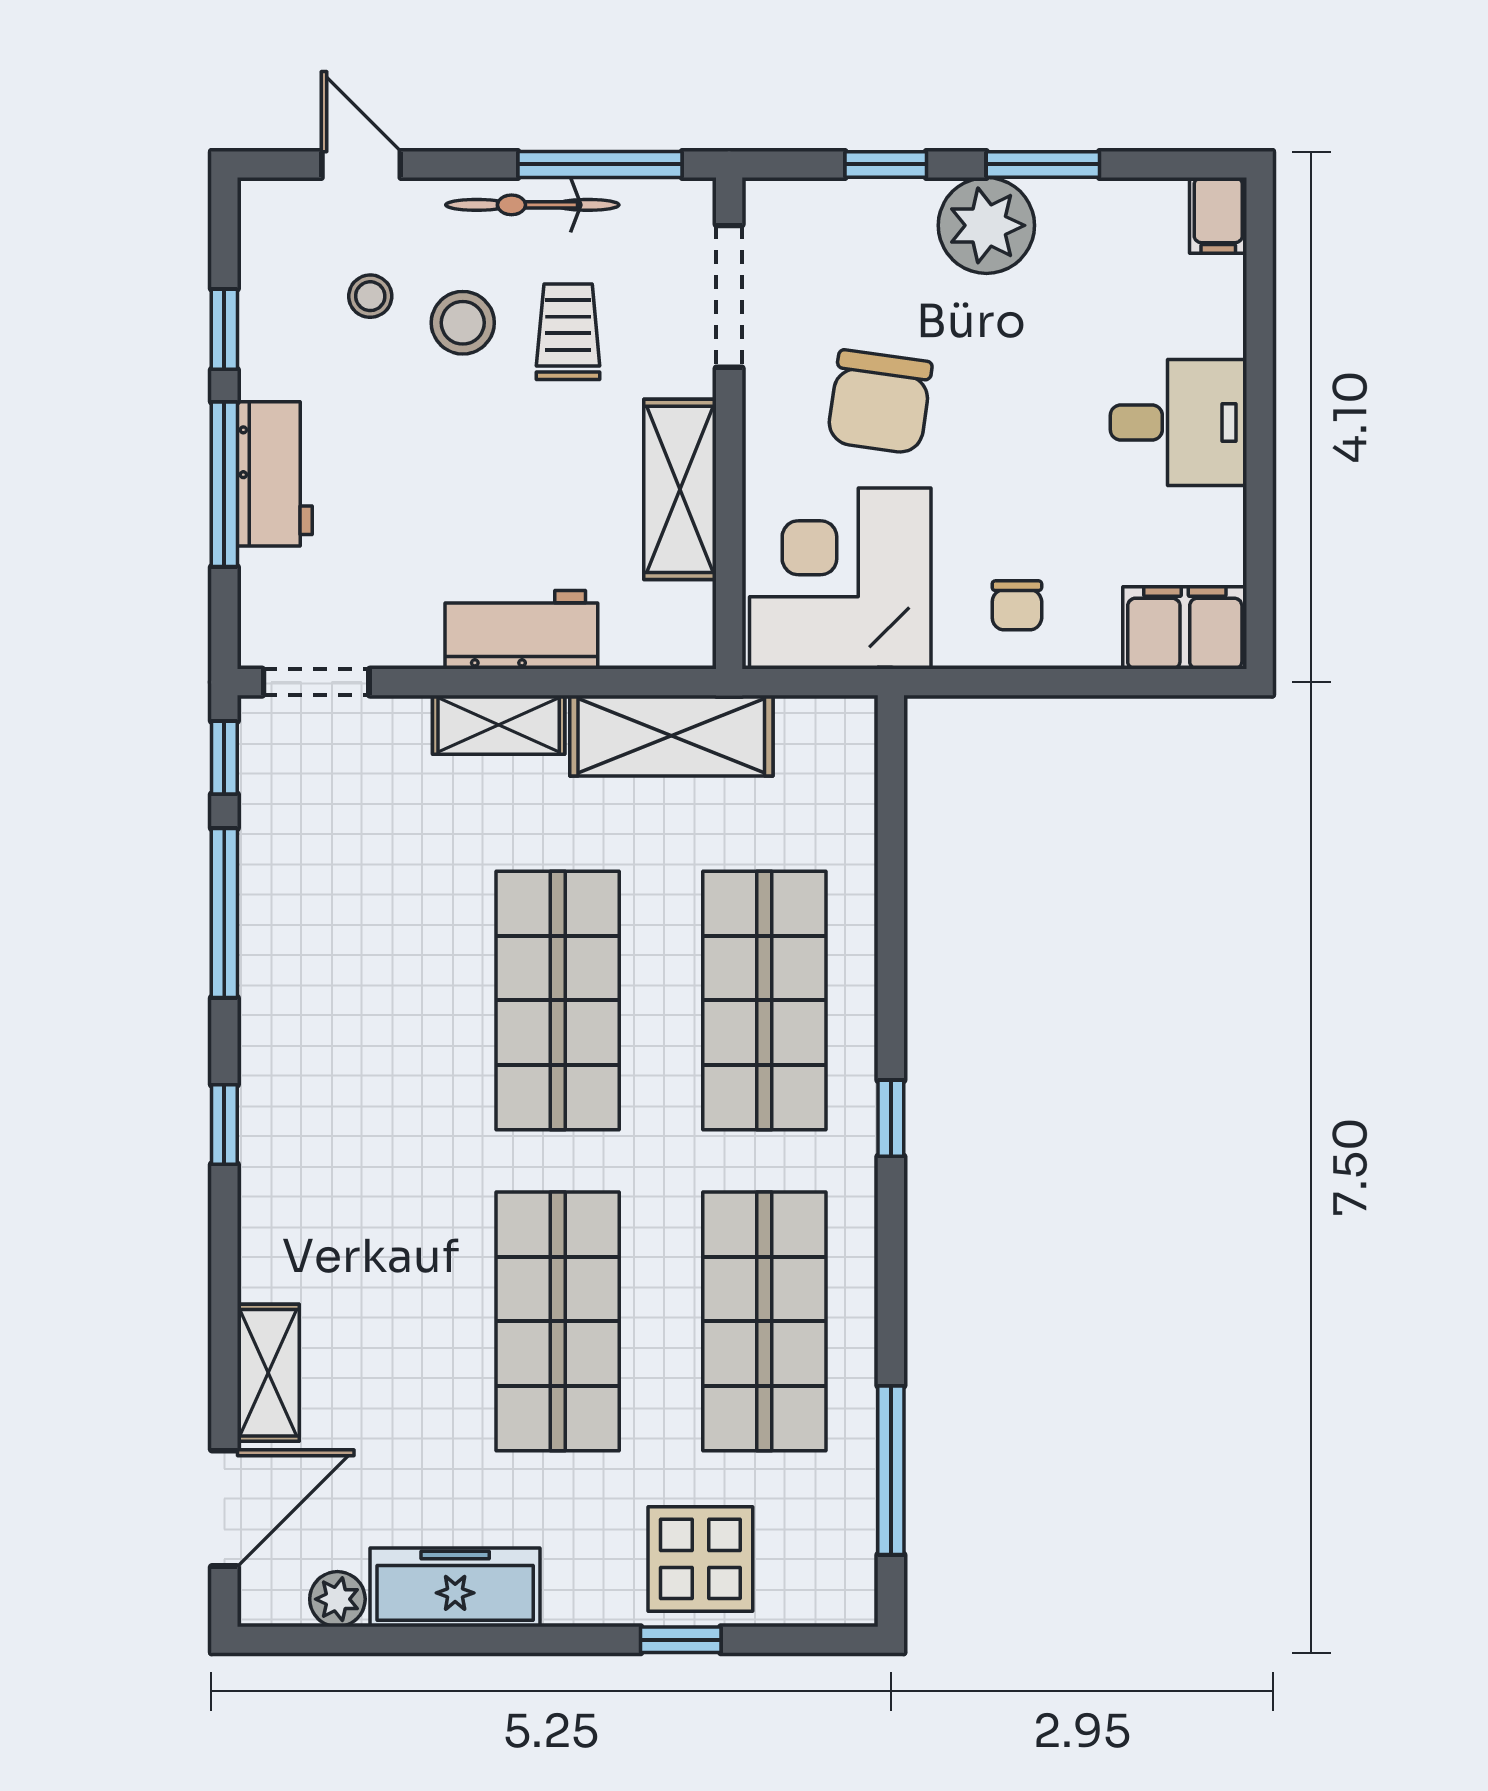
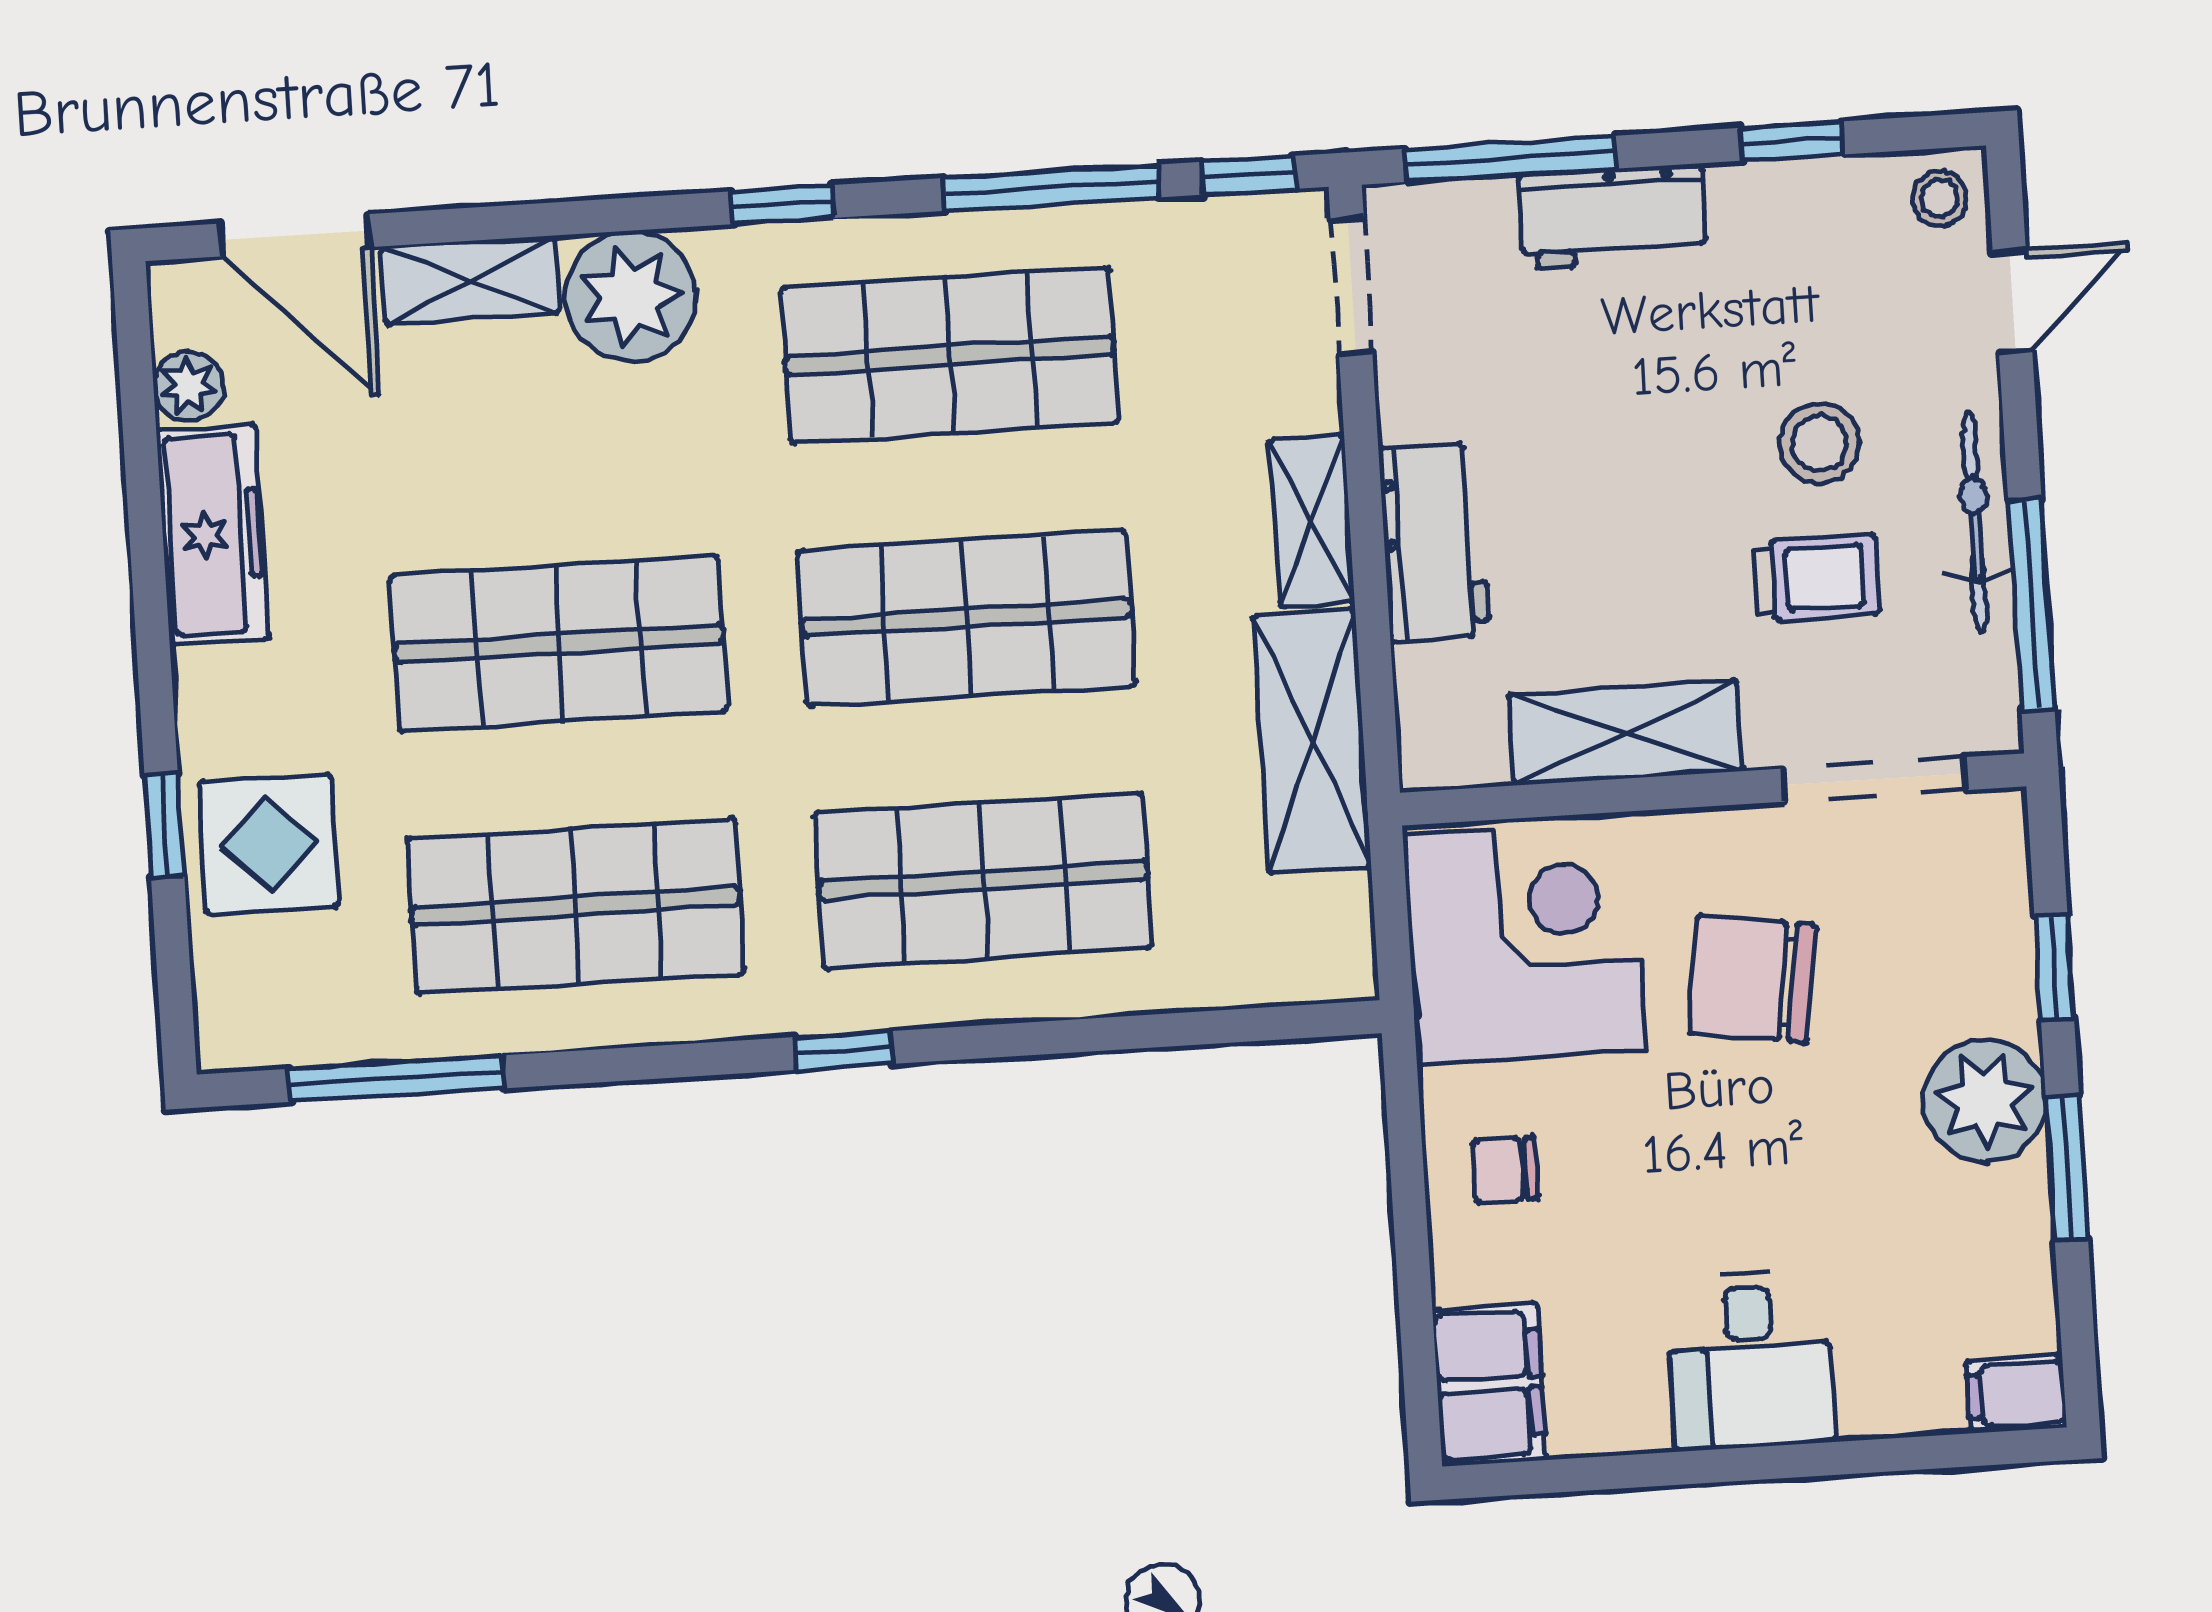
stool: (370, 296) -> (1940, 199), moved
window: (224, 484) -> (1510, 159), moved
shop shelf: (351, 1000) -> (950, 355), added
plant: (289, 1248) -> (631, 296), added

